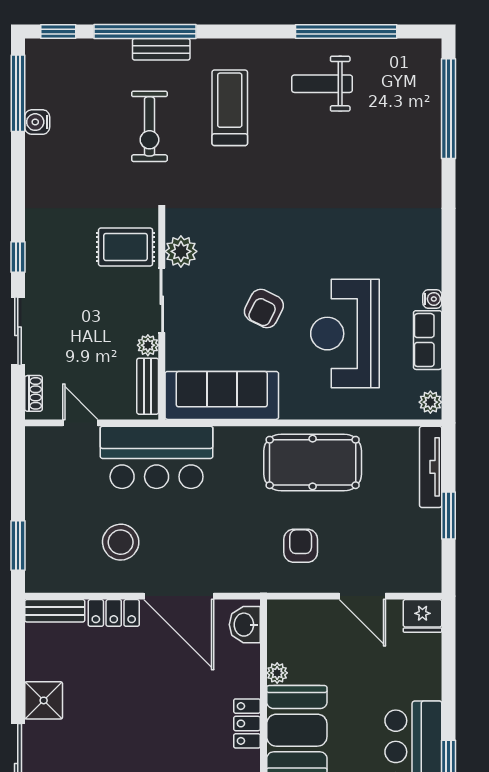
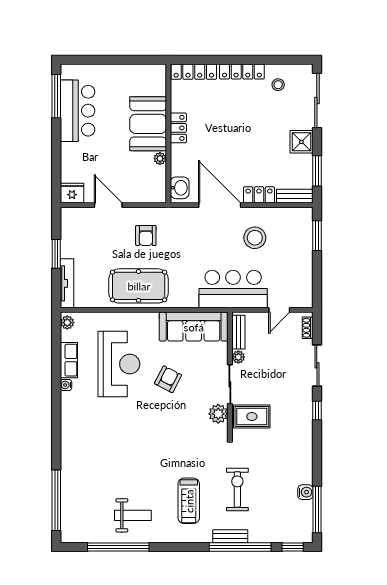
door: (80, 423) -> (279, 310), hinge flipped
window: (18, 652) -> (317, 171), added

